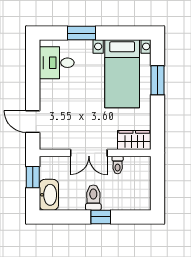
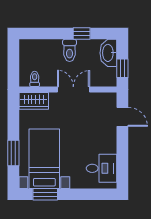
window: (82, 33) -> (45, 194), moved
toilet: (118, 165) -> (35, 79), moved
window: (101, 217) -> (82, 34), moved

